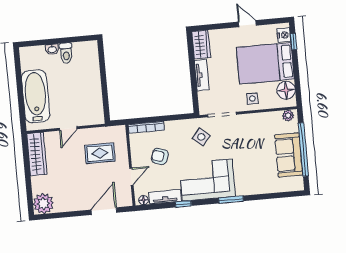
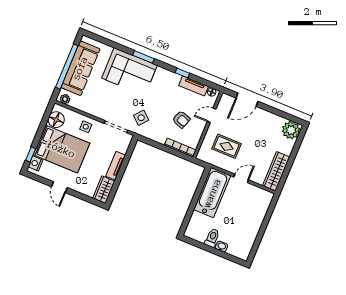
bathtub: (36, 96) -> (212, 193), moved, turned 180
sofa: (289, 155) -> (80, 68), width x1.36
corner sofa: (207, 180) -> (129, 72), moved

